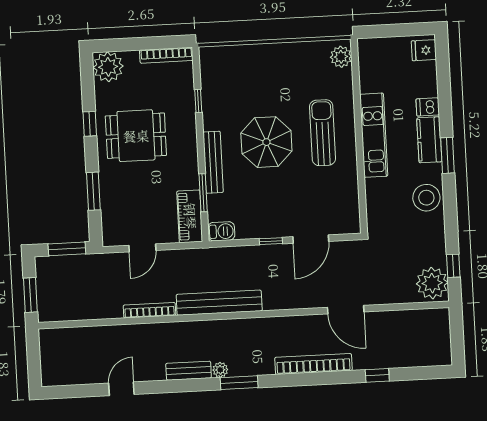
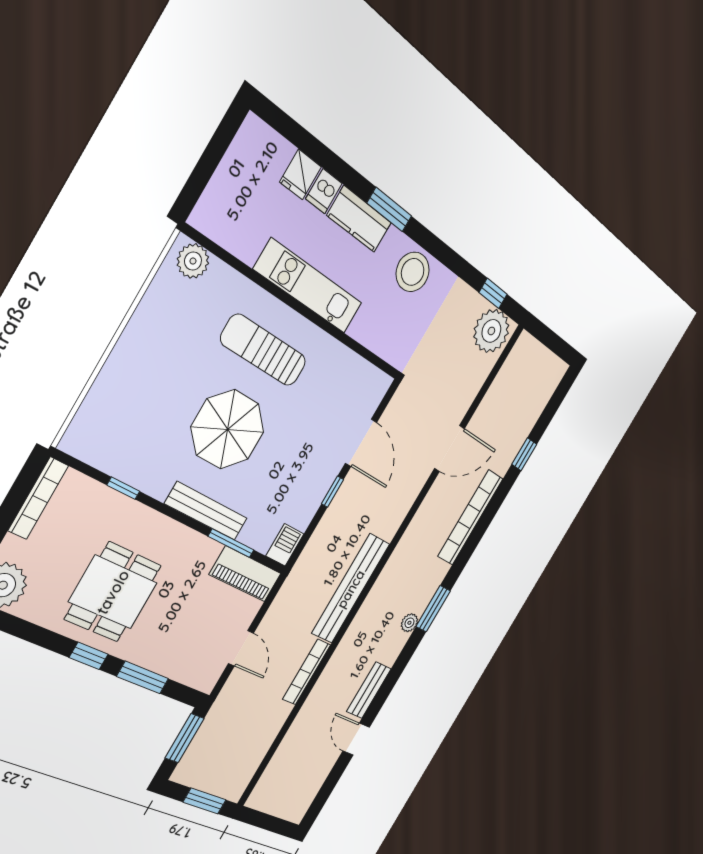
fridge: (424, 50) -> (301, 174), moved
window: (90, 124) -> (89, 656), moved
bench: (189, 371) -> (369, 690), moved

